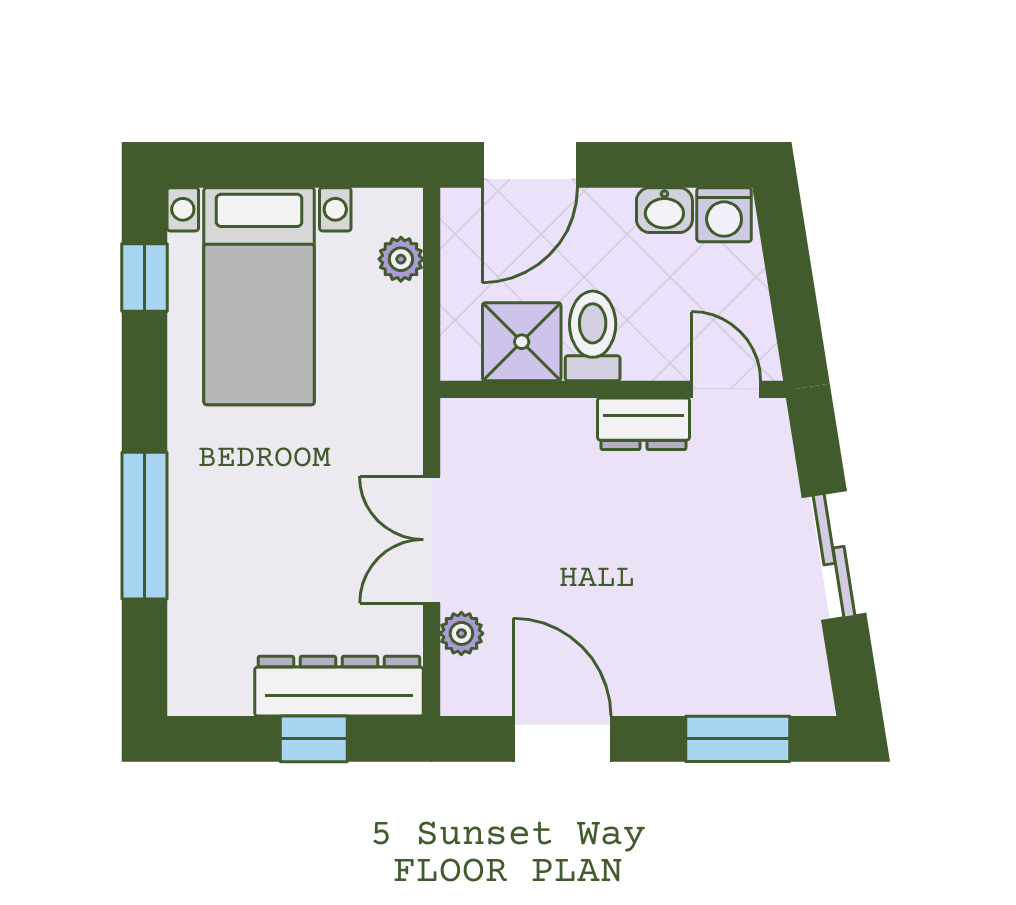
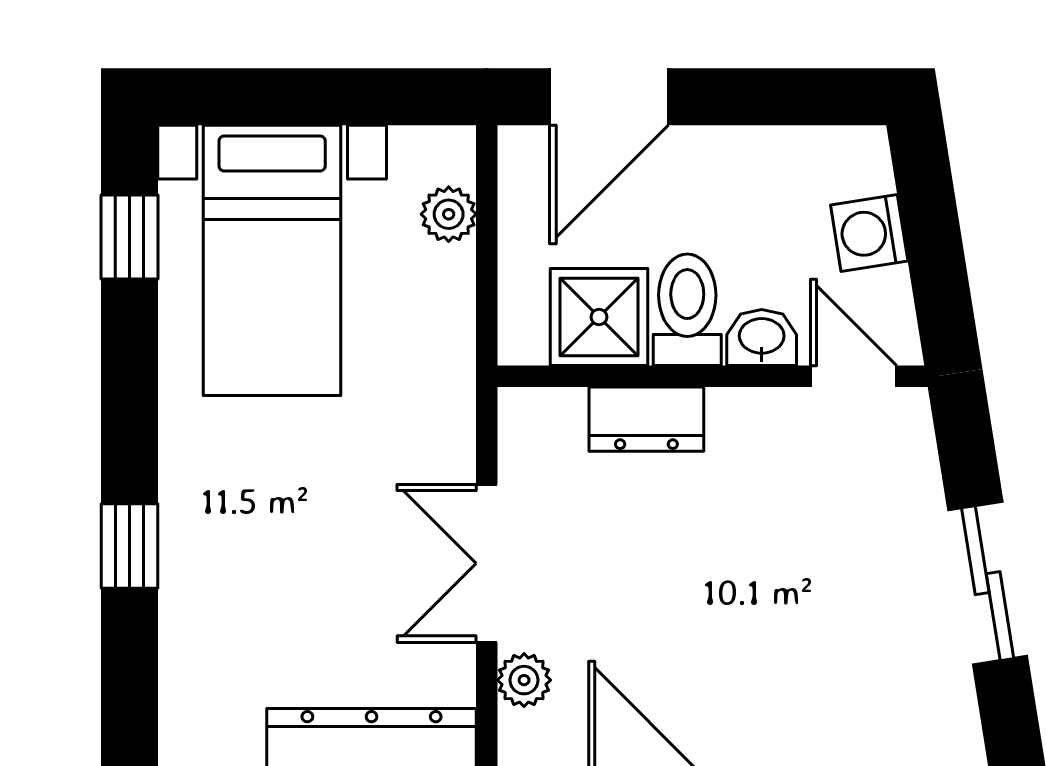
washbasin: (664, 210) -> (762, 338), moved, turned 180
washing machine: (724, 215) -> (869, 233), moved, turned 81
dresser: (644, 424) -> (646, 419), moved
window: (144, 526) -> (129, 546), width x0.46

